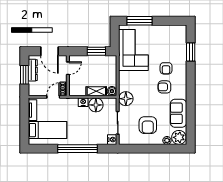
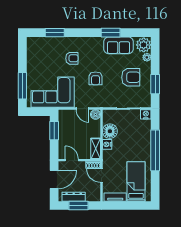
door: (118, 79) -> (82, 109), added
armchair: (164, 87) -> (96, 78), moved
shelving: (96, 91) -> (96, 149), moved
floor lamp: (126, 99) -> (103, 100), removed
window: (191, 106) -> (111, 33), added
window: (141, 149) -> (155, 84), added

